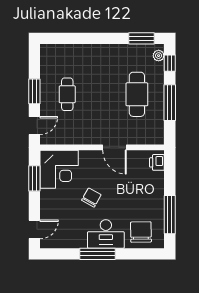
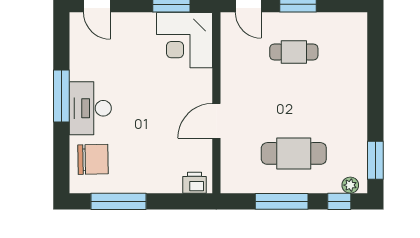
chair: (91, 198) -> (143, 87), removed

